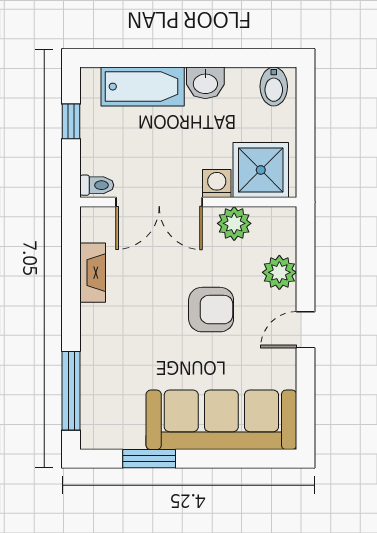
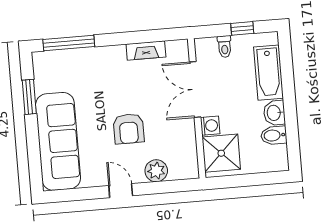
bidet: (274, 87) -> (274, 135), moved
toilet: (97, 185) -> (225, 47), moved
plant: (234, 223) -> (185, 139), removed

